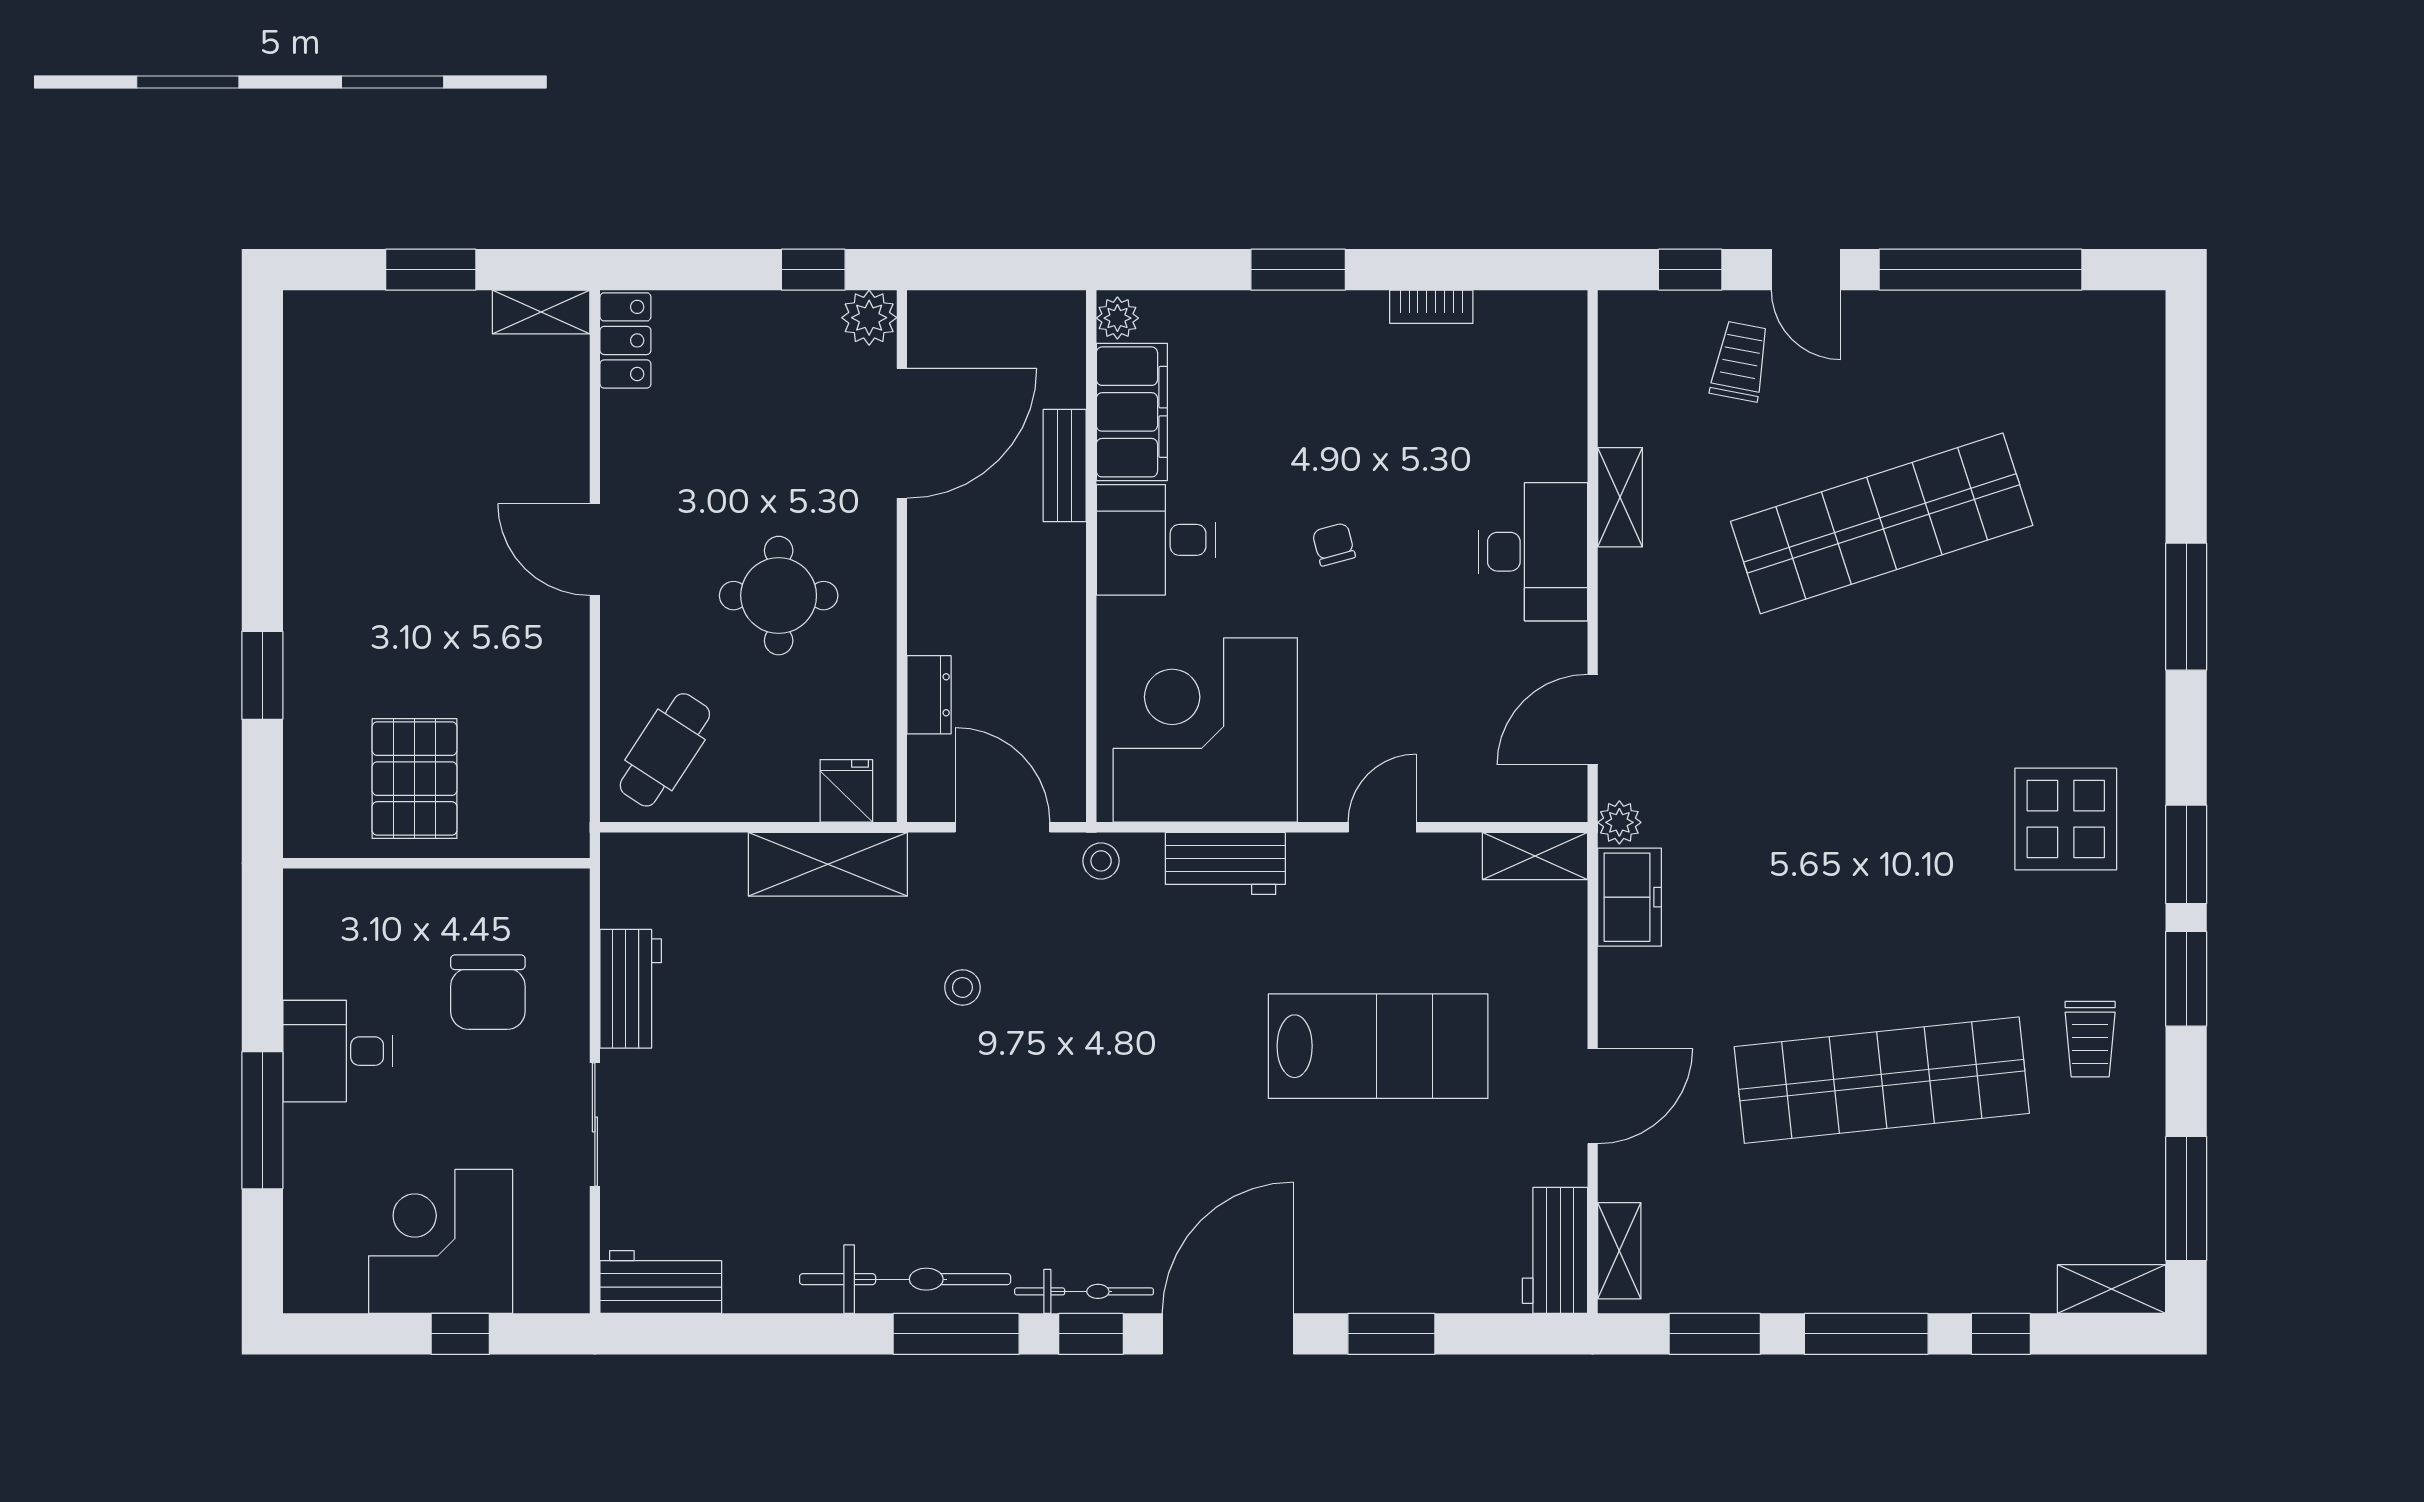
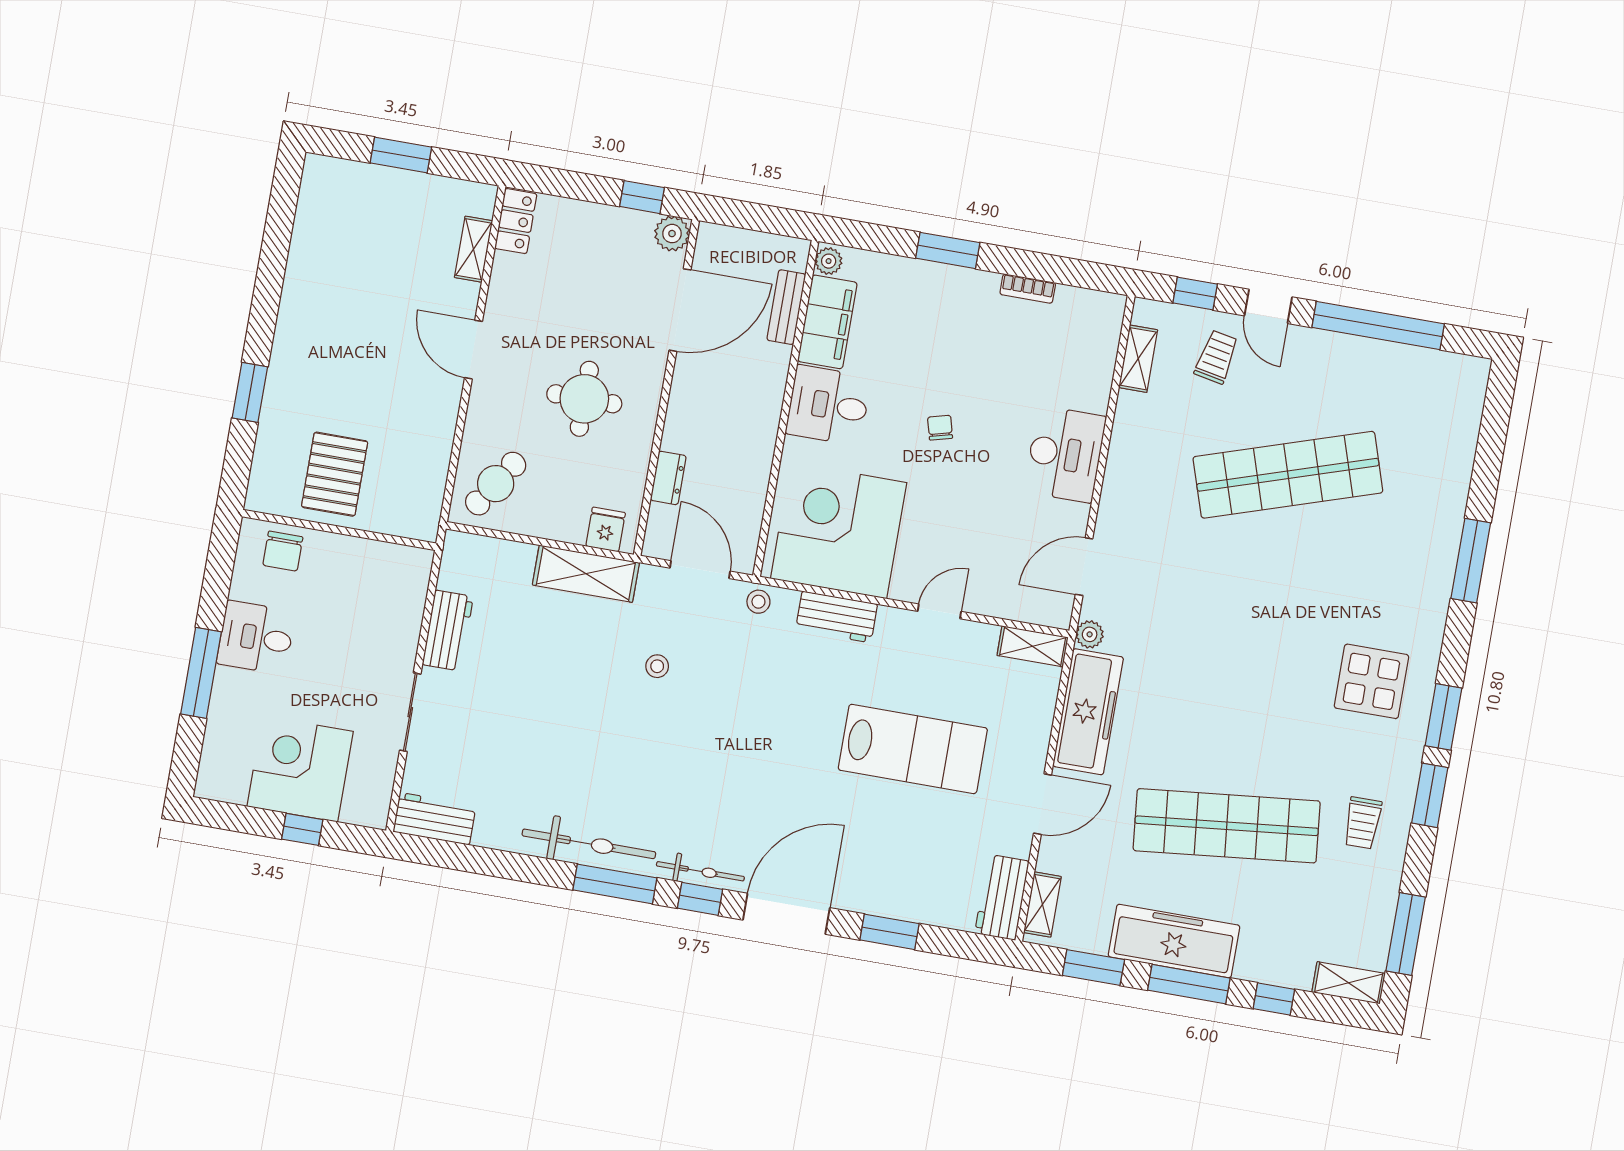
shelving: (541, 312) -> (473, 249), moved, turned 90
bench: (1065, 466) -> (786, 307), moved
shelving: (1620, 497) -> (1138, 359), moved
freezer: (1630, 897) -> (1088, 712), width x1.91, depth x1.26
chair: (488, 992) -> (283, 551), moved, width x0.73, depth x0.73
freezer: (1832, 1272) -> (1174, 941), added

